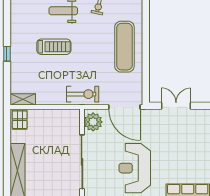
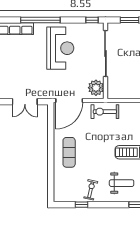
exercise mat: (124, 47) -> (69, 152), width x0.73, depth x0.69
door: (124, 107) -> (69, 101), swing flipped

